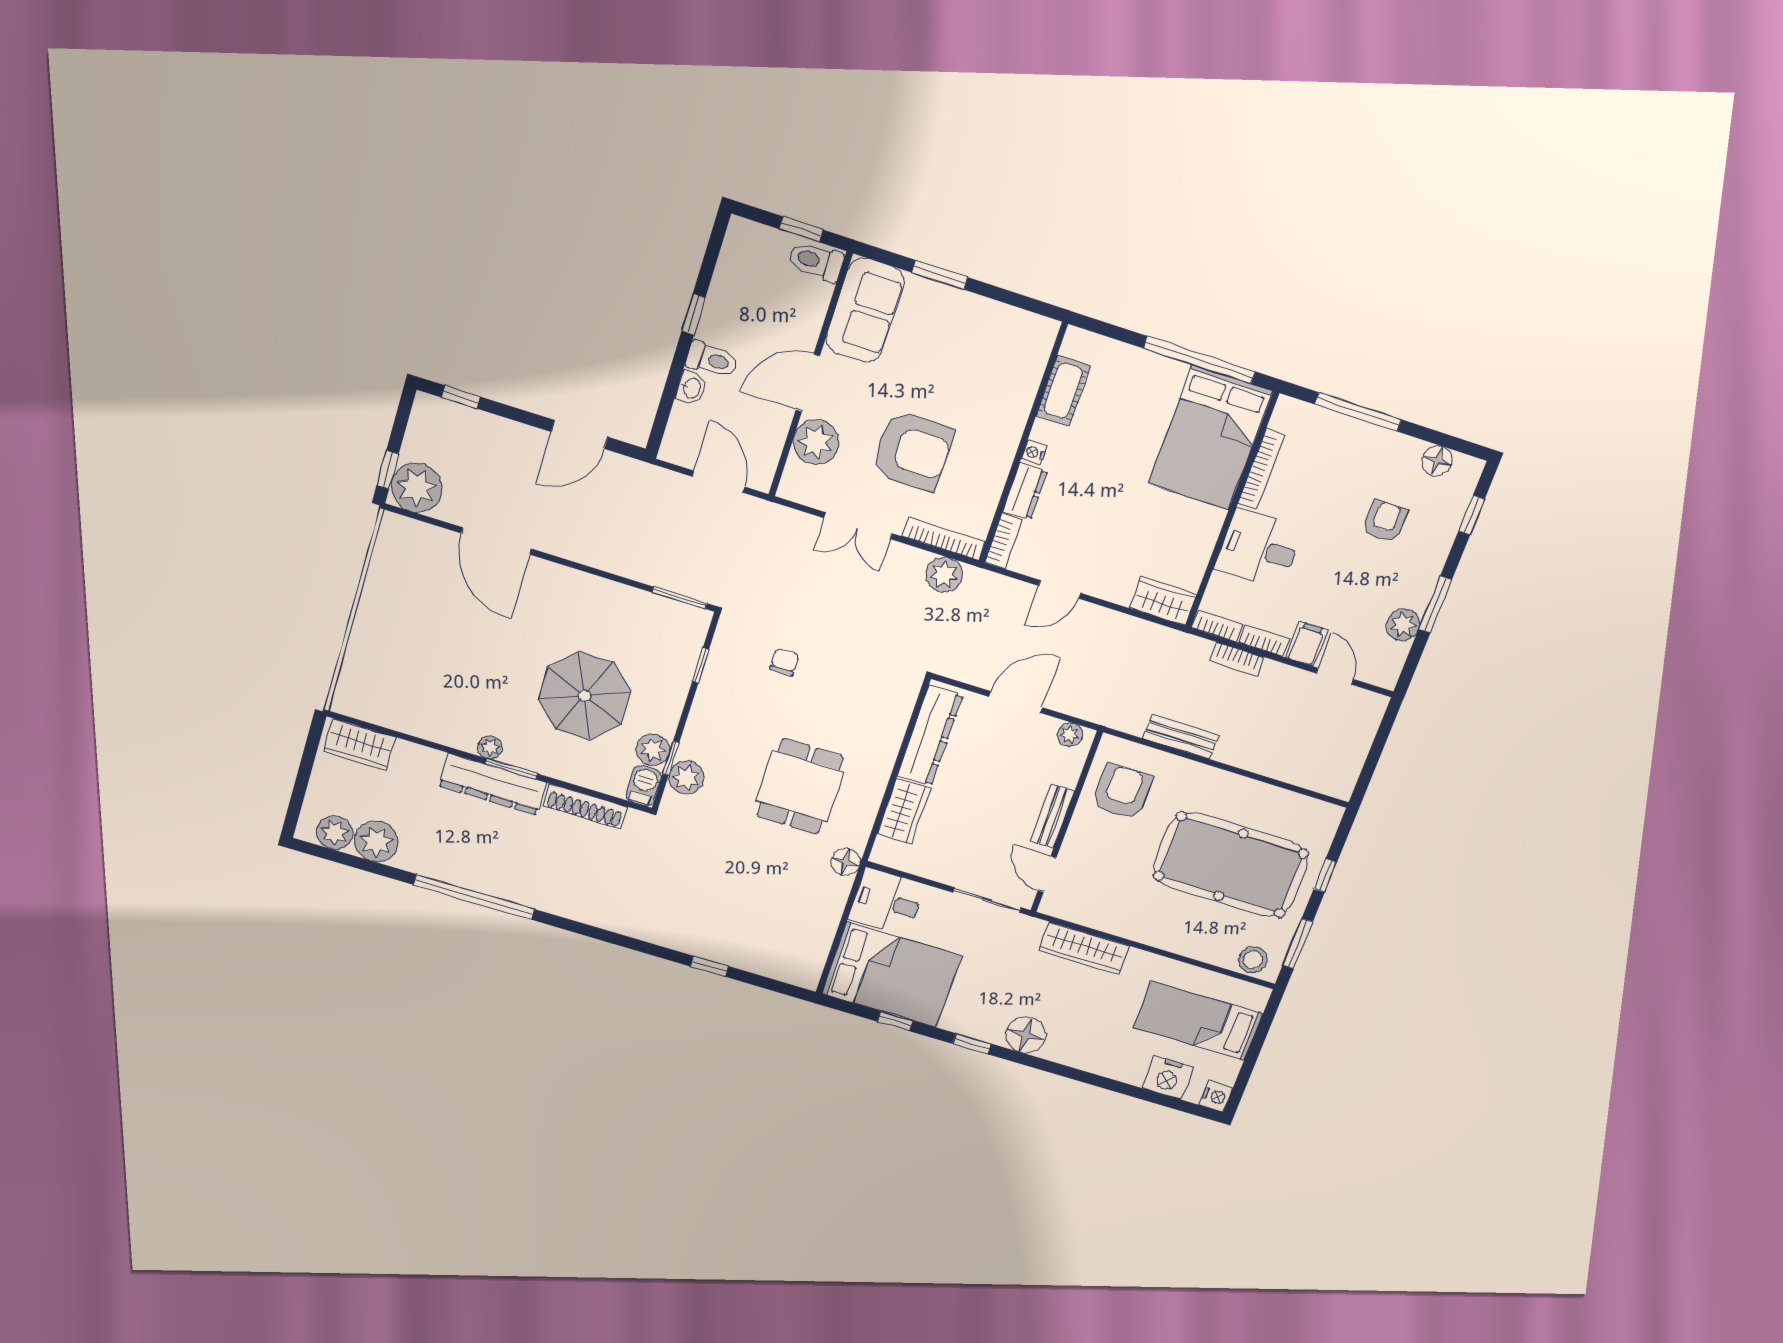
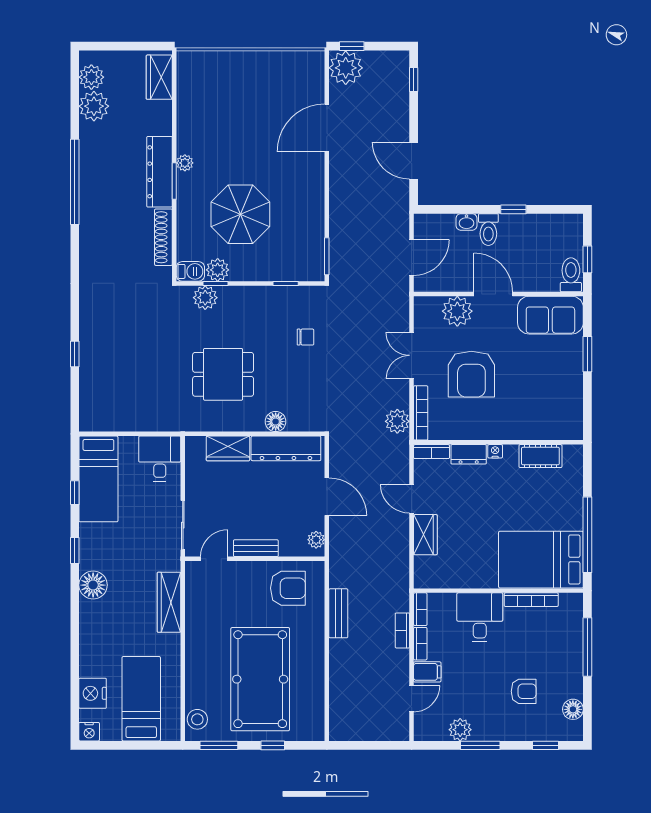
wardrobe: (1163, 601) -> (425, 535), moved
floor lamp: (846, 862) -> (276, 422), moved
bed: (892, 975) -> (98, 479), width x0.67

